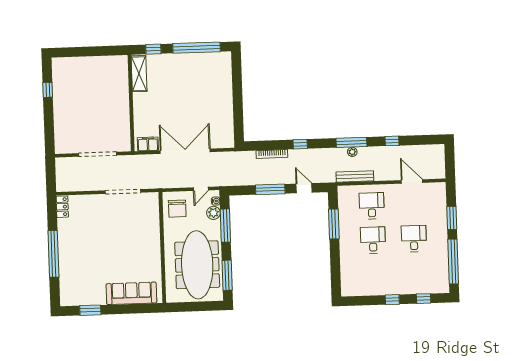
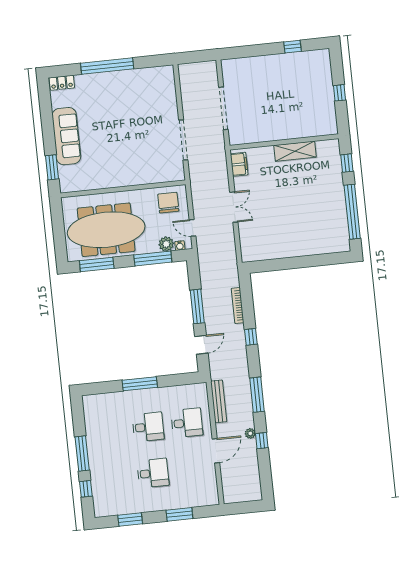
window: (91, 51) -> (340, 93), added
shelving: (139, 74) -> (295, 151), moved
double door: (185, 151) -> (234, 207), width x0.54
plant: (352, 152) -> (250, 433), moved
door: (412, 181) -> (216, 451), moved
locker: (62, 207) -> (62, 83), moved
chair: (177, 209) -> (168, 203), turned 90
window: (334, 224) -> (140, 384), moved
window: (453, 261) -> (130, 519), width x0.47
sofa: (131, 293) -> (66, 136), moved
window: (392, 300) -> (82, 453), width x2.17
window: (90, 310) -> (52, 167), moved

